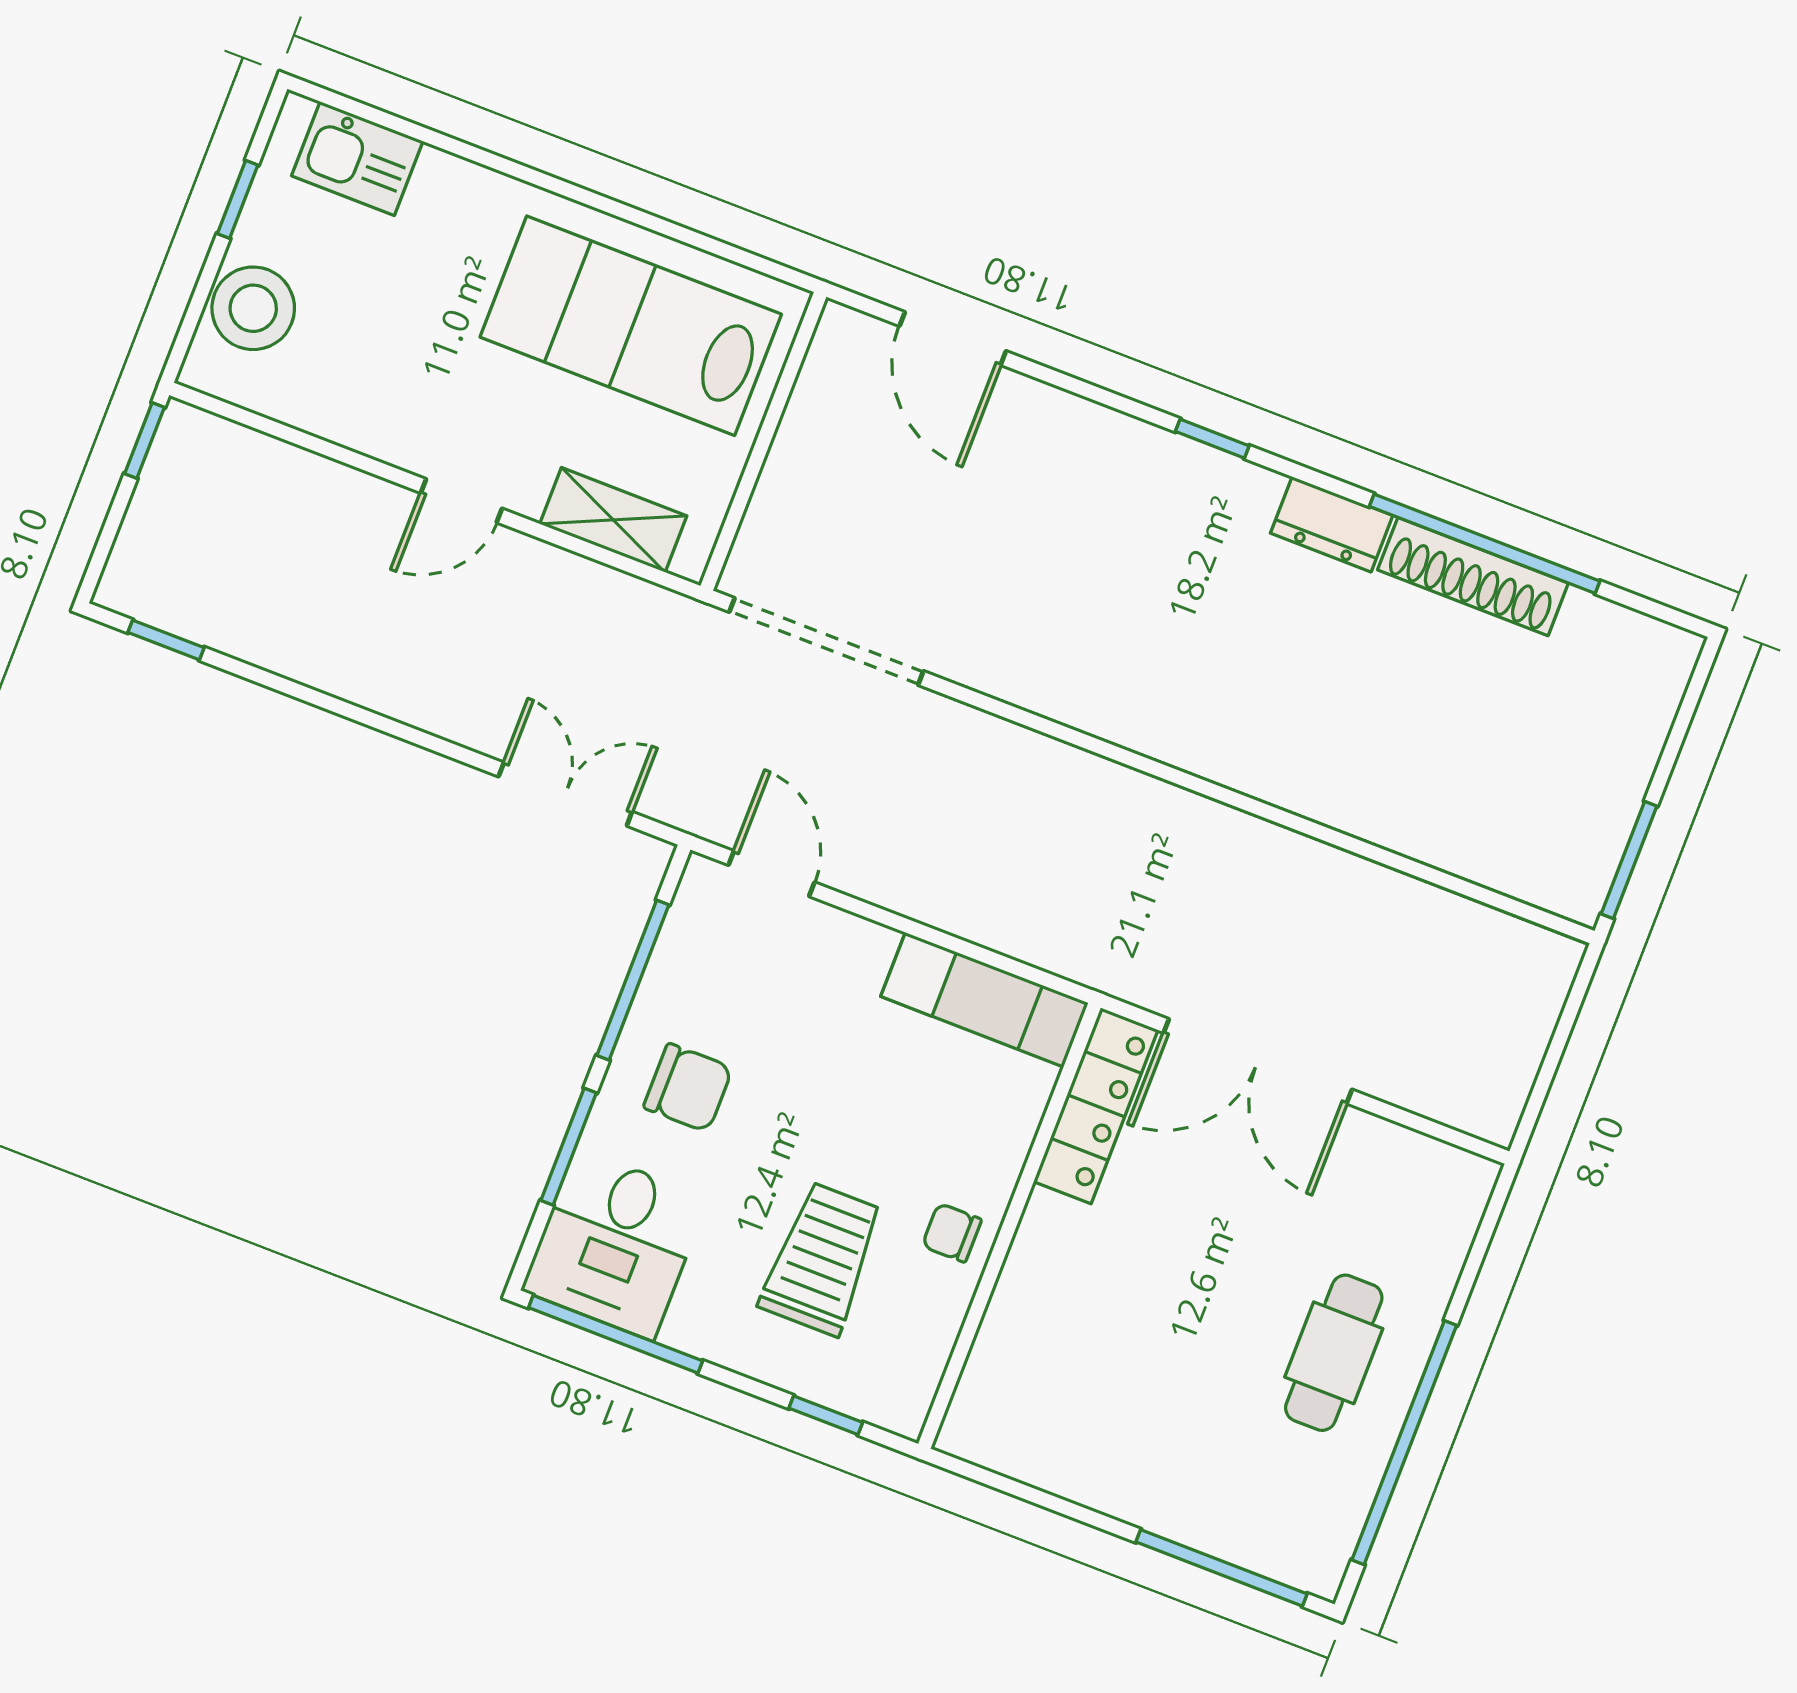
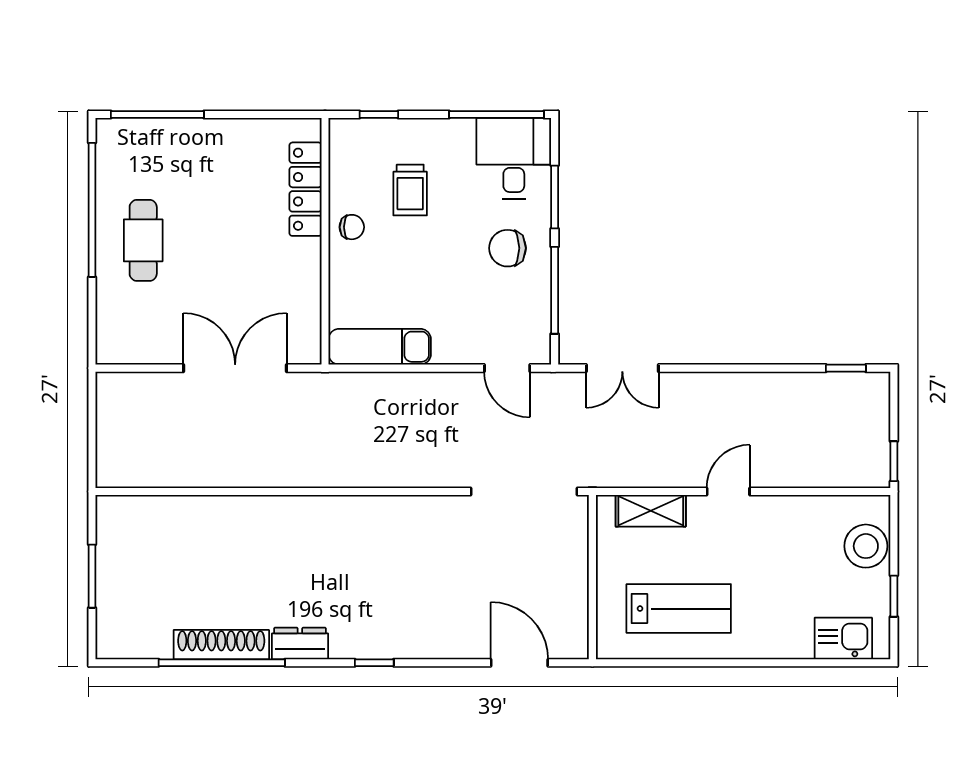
lab bench: (631, 326) -> (679, 609), width x0.73, depth x0.72
window: (1629, 860) -> (92, 576), moved
locker: (1096, 1106) -> (305, 189), moved
trolley: (822, 1259) -> (410, 190), width x0.73, depth x0.72

